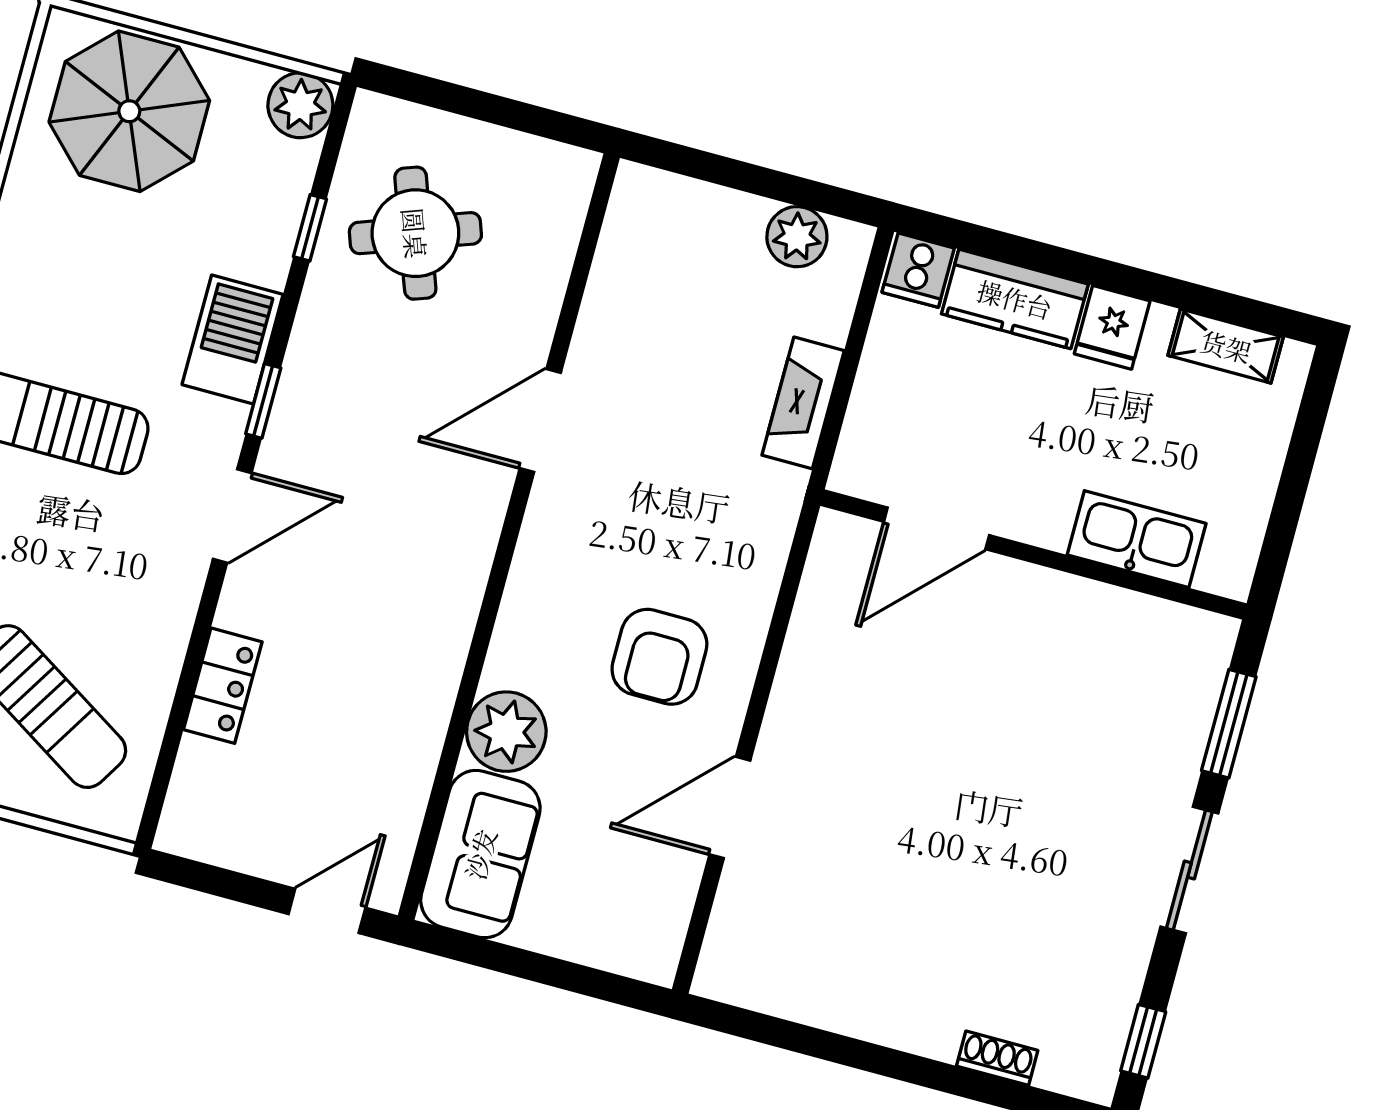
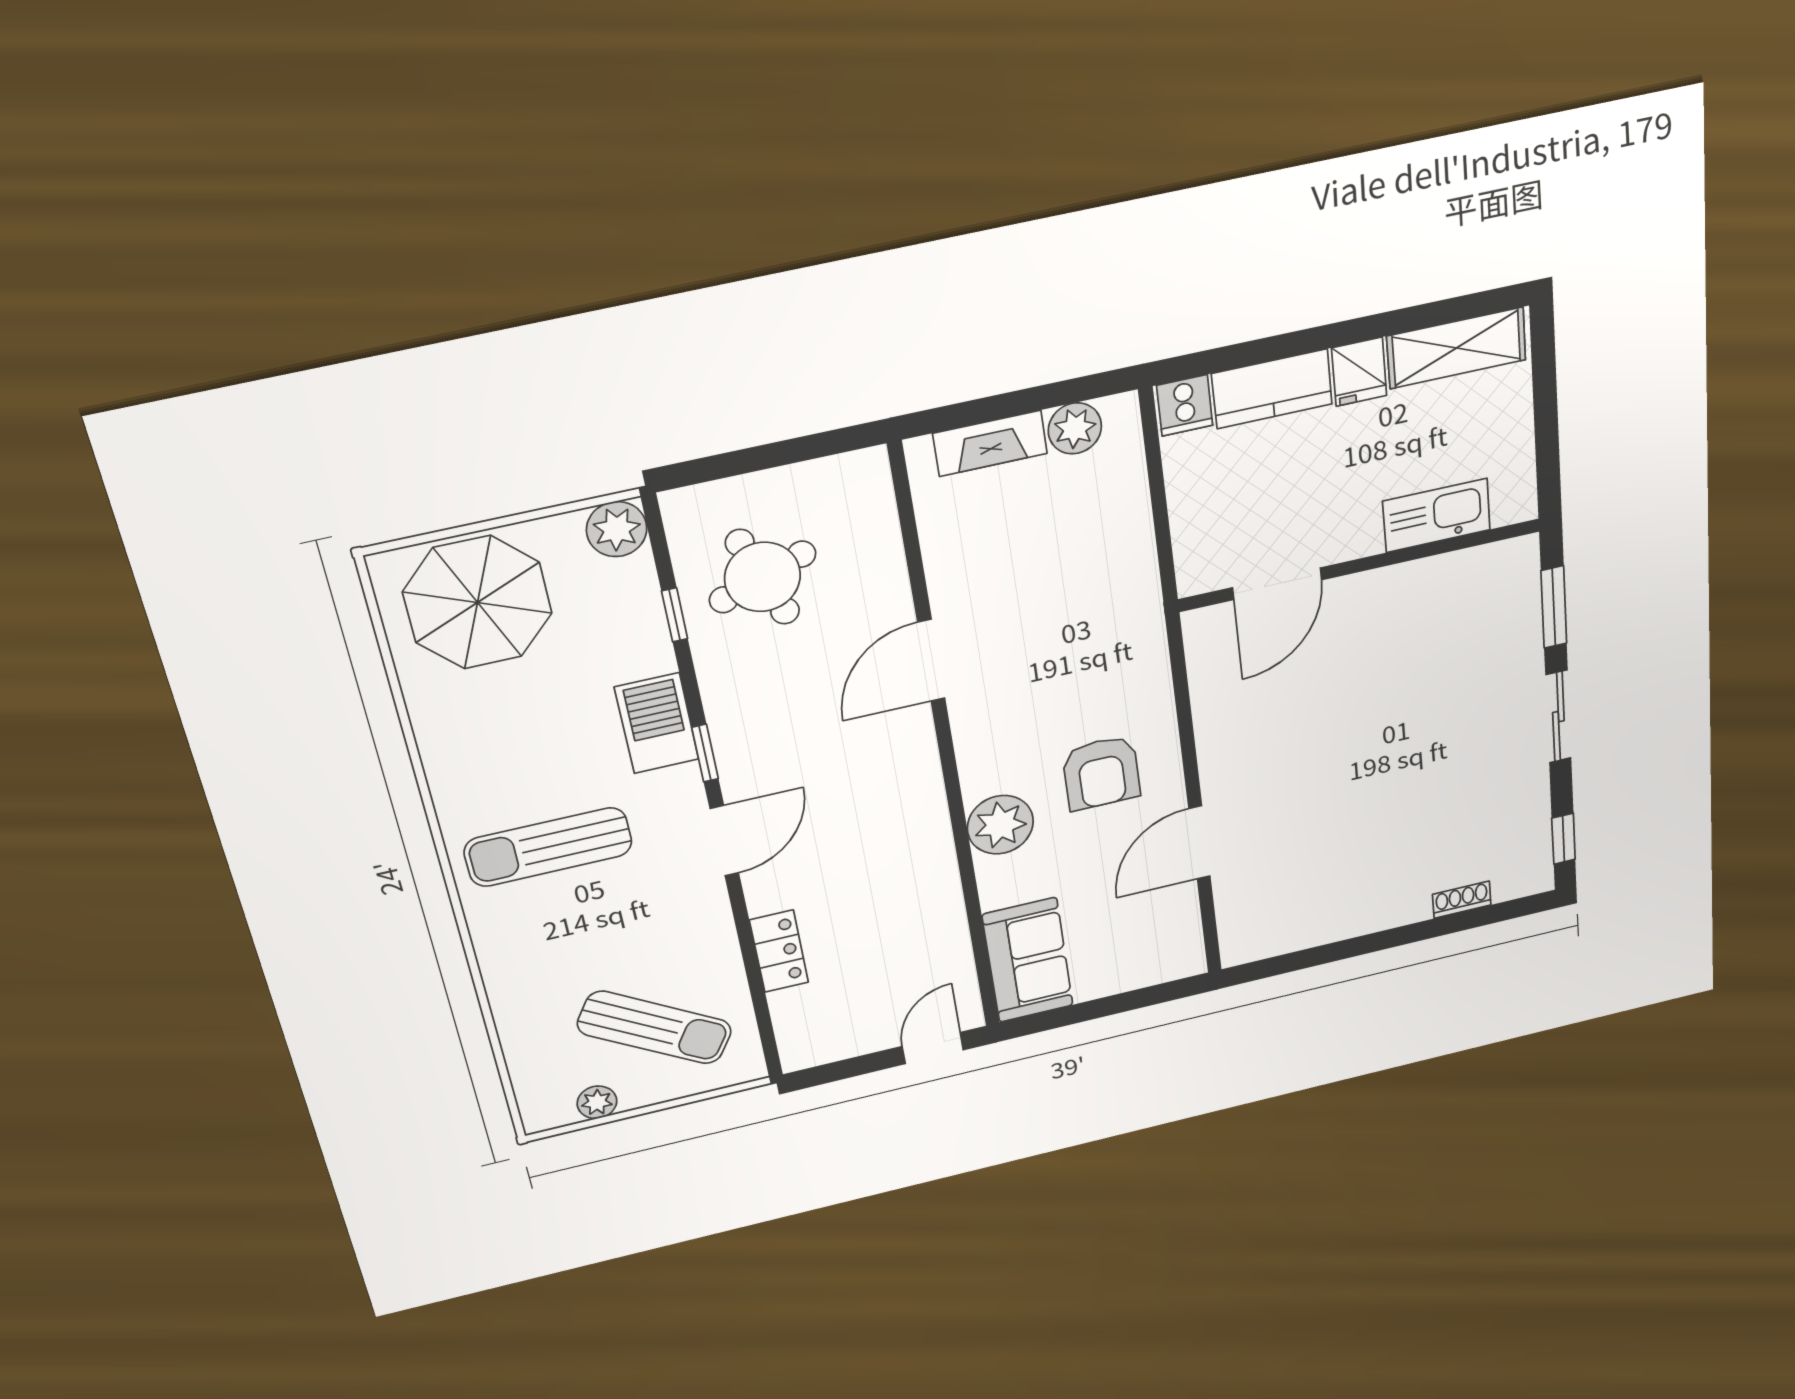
shelving: (1226, 346) -> (1456, 348), width x1.50, depth x1.33
fireplace: (803, 403) -> (990, 443), moved, turned -90
plant: (506, 732) -> (1000, 825), moved

